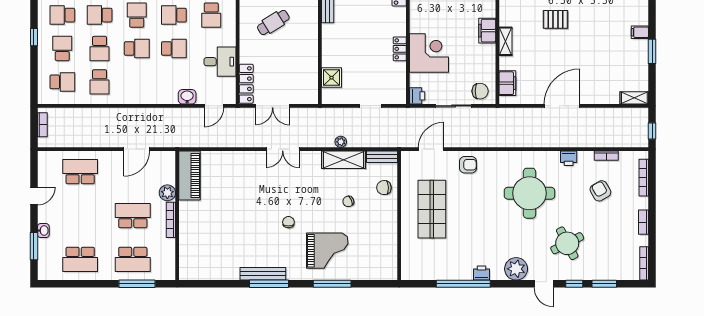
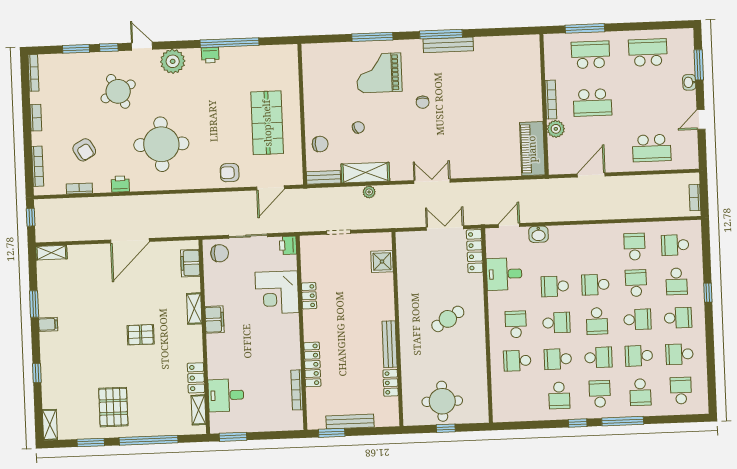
chair: (480, 91) -> (220, 253), turned 180

